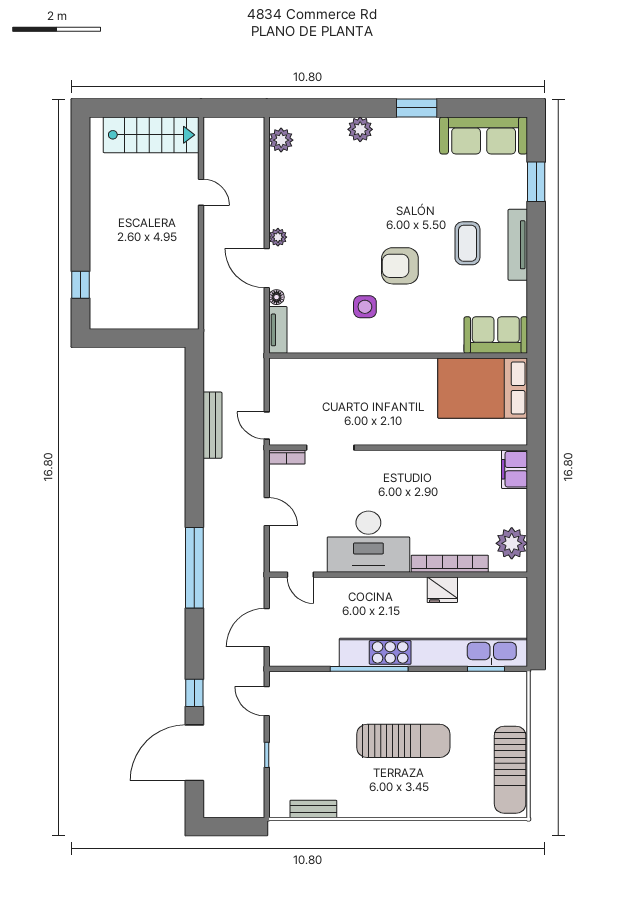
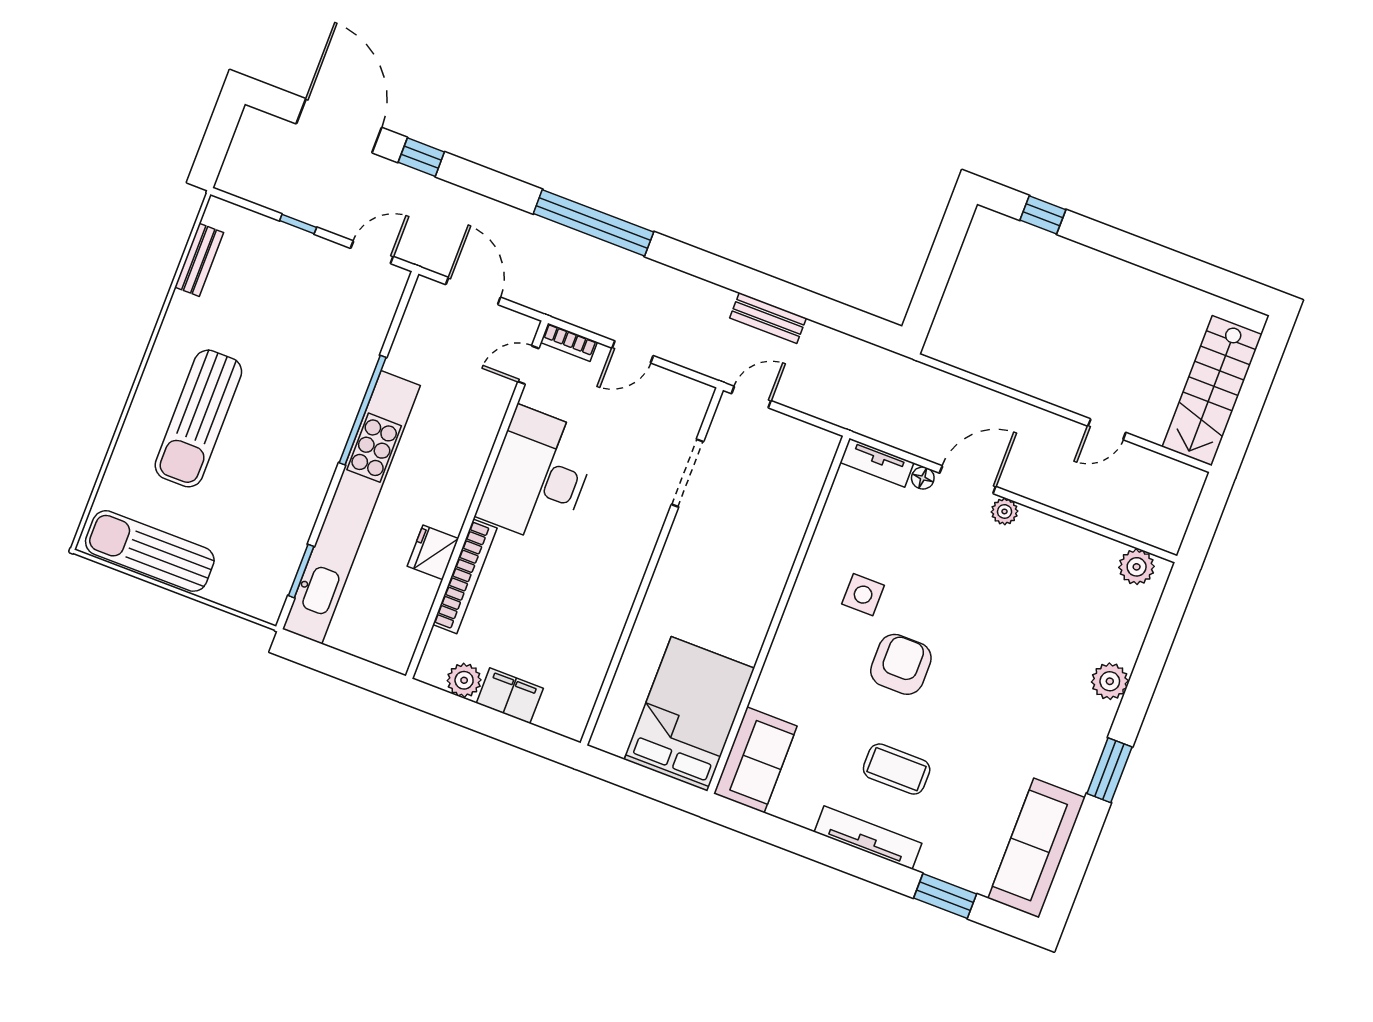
bench: (212, 425) -> (768, 318), width x0.73
bookcase: (287, 457) -> (569, 342), moved, turned -90
filing cabinet: (515, 469) -> (510, 696), moved
plant: (512, 543) -> (464, 680), width x0.73, depth x0.73
sun lounger: (403, 741) -> (198, 418), moved

